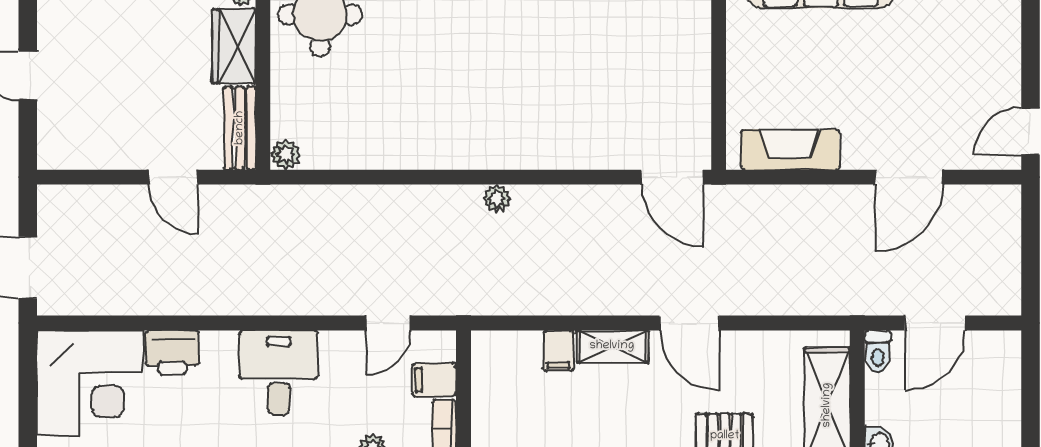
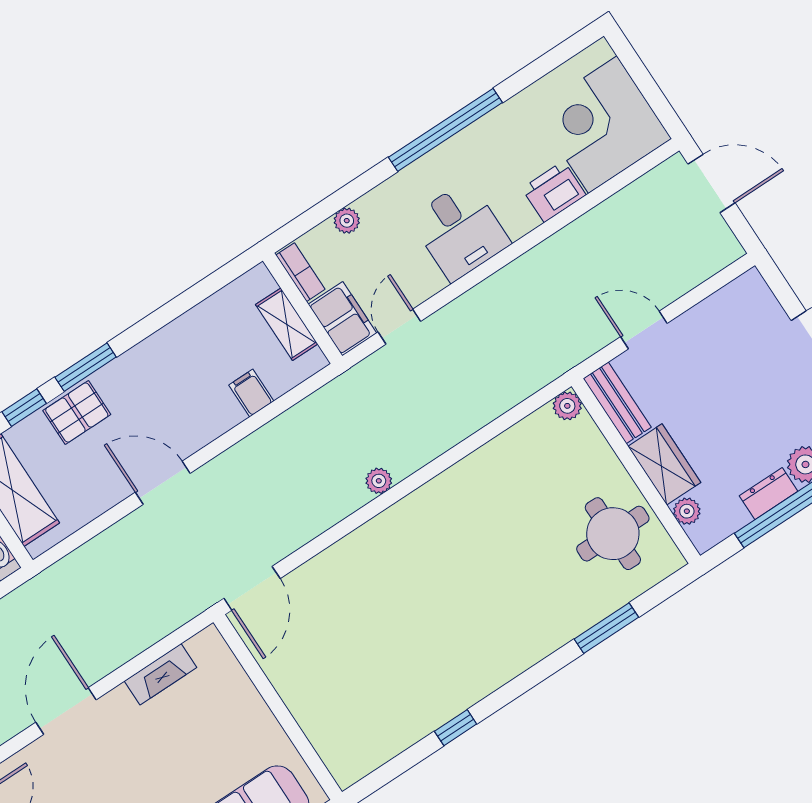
fireplace: (790, 150) -> (160, 674), width x0.73, depth x0.76
door: (672, 177) -> (252, 588), swing flipped
shelving: (612, 346) -> (287, 324), moved, turned 90
filing cabinet: (434, 380) -> (342, 319), width x2.00

